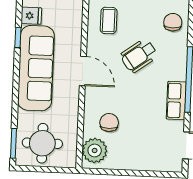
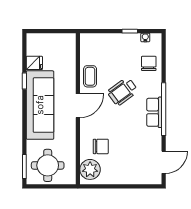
coffee table: (109, 21) -> (90, 76), moved
door: (83, 71) -> (78, 106), hinge flipped
row of seats: (176, 101) -> (154, 112), moved
chair: (109, 123) -> (101, 146), turned 90

